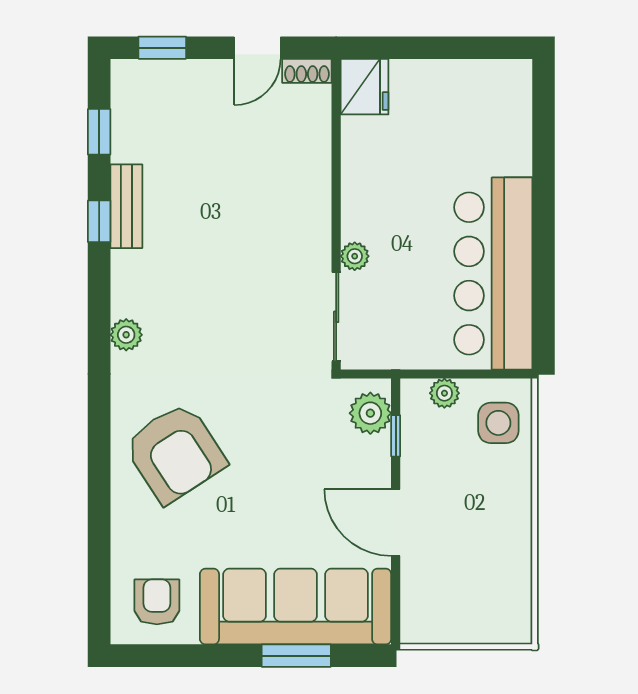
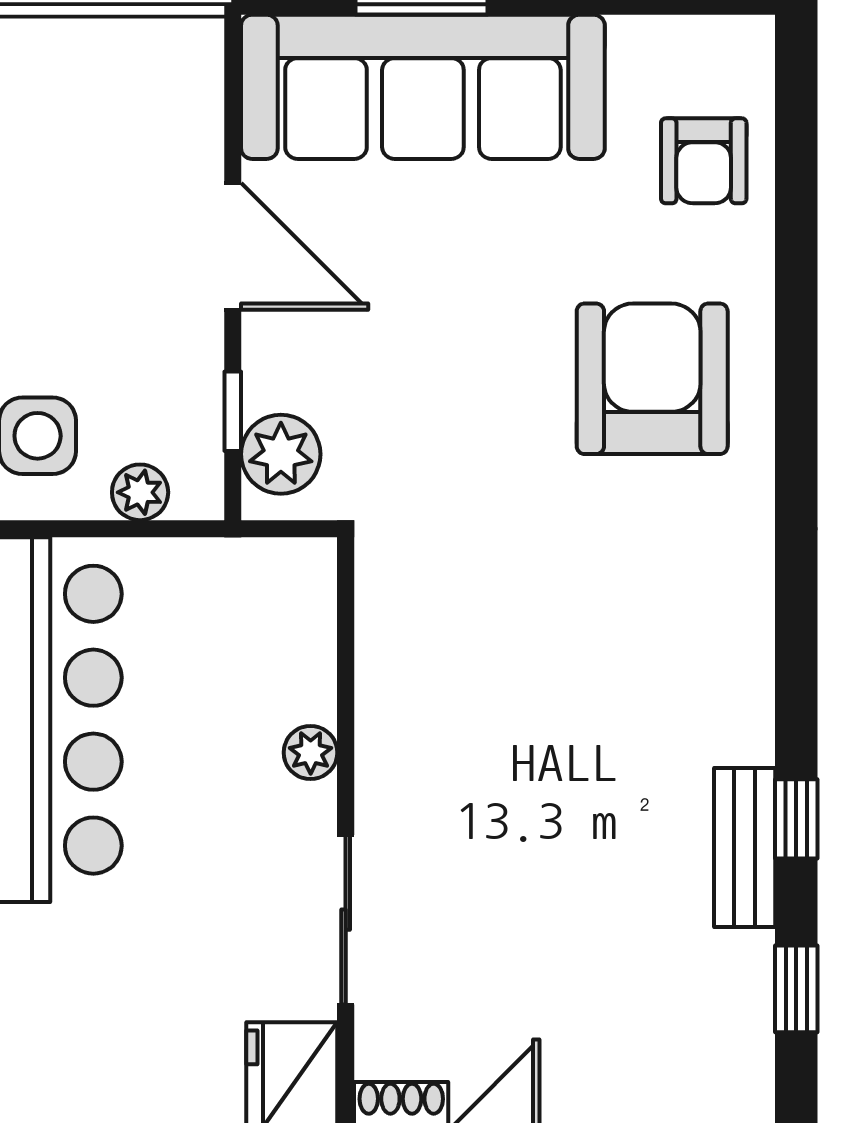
sliding door: (336, 317) -> (346, 920), moved
plant: (126, 335) -> (745, 603), removed
armchair: (175, 453) -> (652, 379), turned 33
armchair: (157, 602) -> (704, 161), moved

